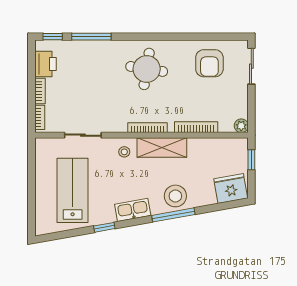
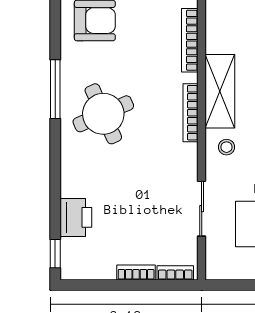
window: (91, 37) -> (55, 89), moved
printer: (45, 64) -> (76, 217), moved, turned 90
round table: (147, 69) -> (103, 114), turned -33

